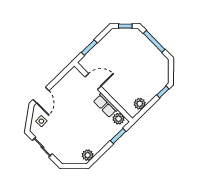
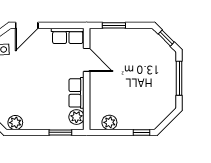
row of seats: (69, 79) -> (68, 36), added

